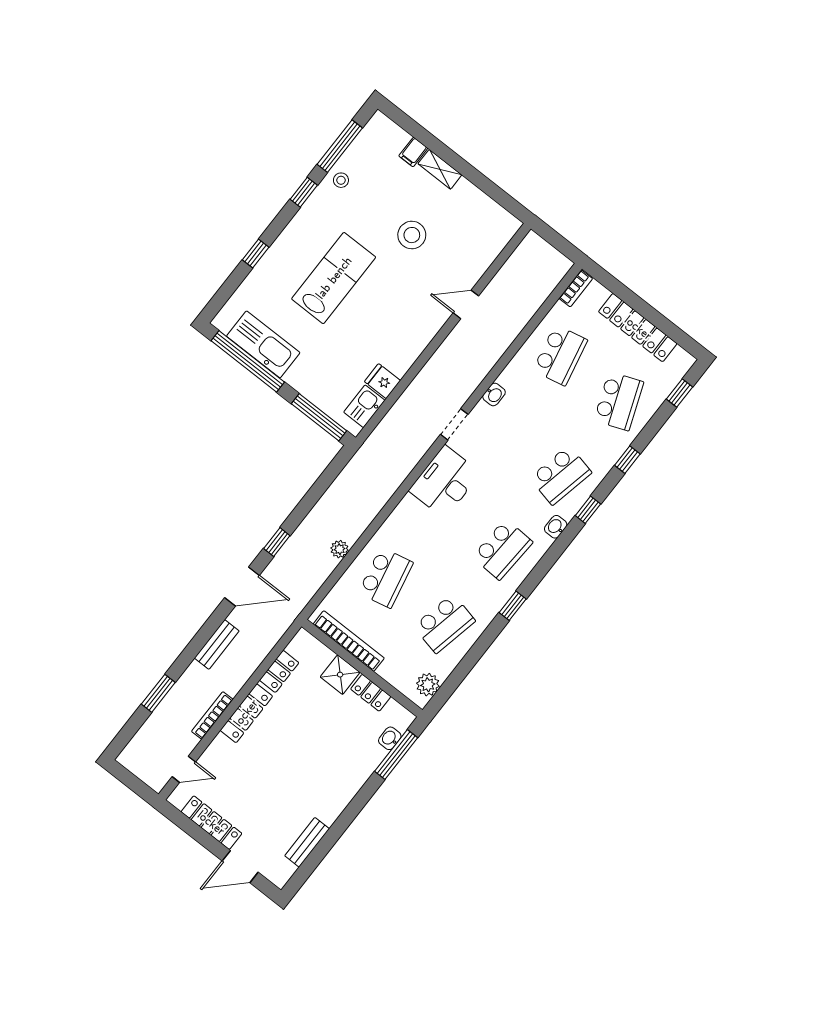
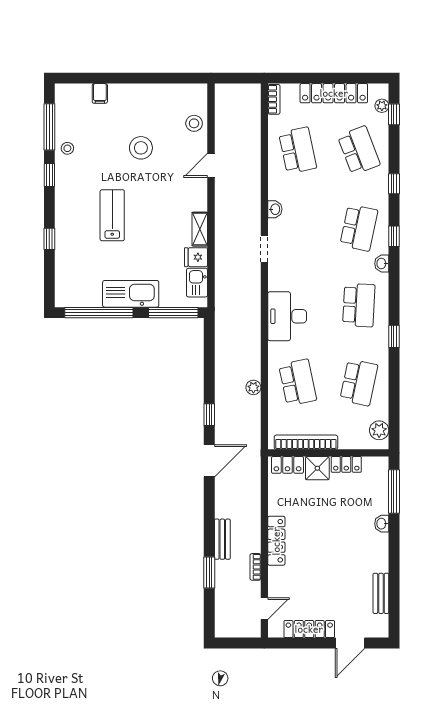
shelving: (440, 169) -> (200, 229), moved, turned 90
stool: (481, 251) -> (194, 123), added
lab bench: (334, 278) -> (112, 215), width x0.73, depth x0.72
kitchen sink: (263, 344) -> (131, 294), moved
plant: (674, 376) -> (382, 106), added
desk: (445, 482) -> (287, 316), moved
bench: (217, 644) -> (222, 539), moved
locker: (279, 671) -> (287, 465), moved, turned 90
bookcase: (212, 715) -> (255, 567), width x0.64
washbasin: (390, 738) -> (382, 524), moved

